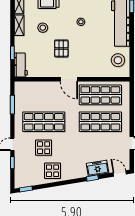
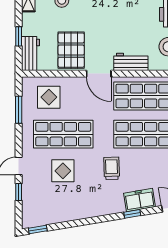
pallet: (61, 48) -> (71, 50), moved, width x1.50, depth x1.42
workbench: (92, 71) -> (131, 62), added
trolley: (78, 146) -> (112, 168), added
display table: (53, 171) -> (49, 97), moved

